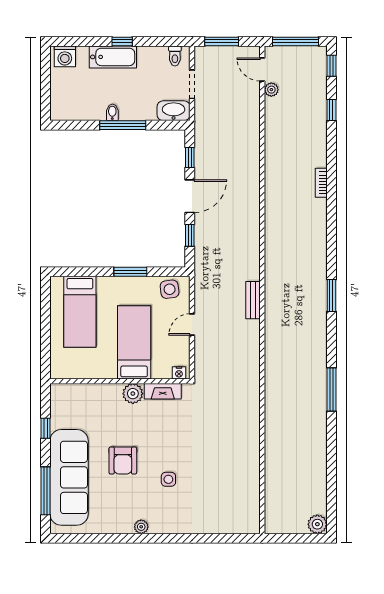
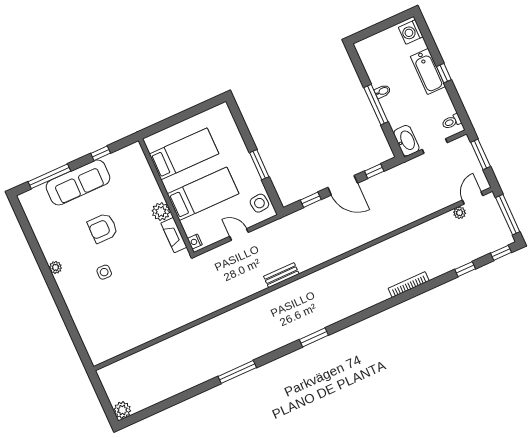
bookcase: (321, 183) -> (409, 285), width x1.56
bed: (80, 312) -> (184, 154), moved, turned 180
sofa: (69, 477) -> (78, 182), width x0.74, depth x0.79

